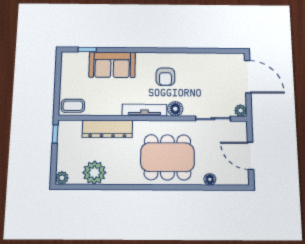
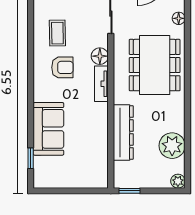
coffee table: (73, 106) -> (57, 33), moved
tv unit: (145, 110) -> (101, 84), width x0.71

